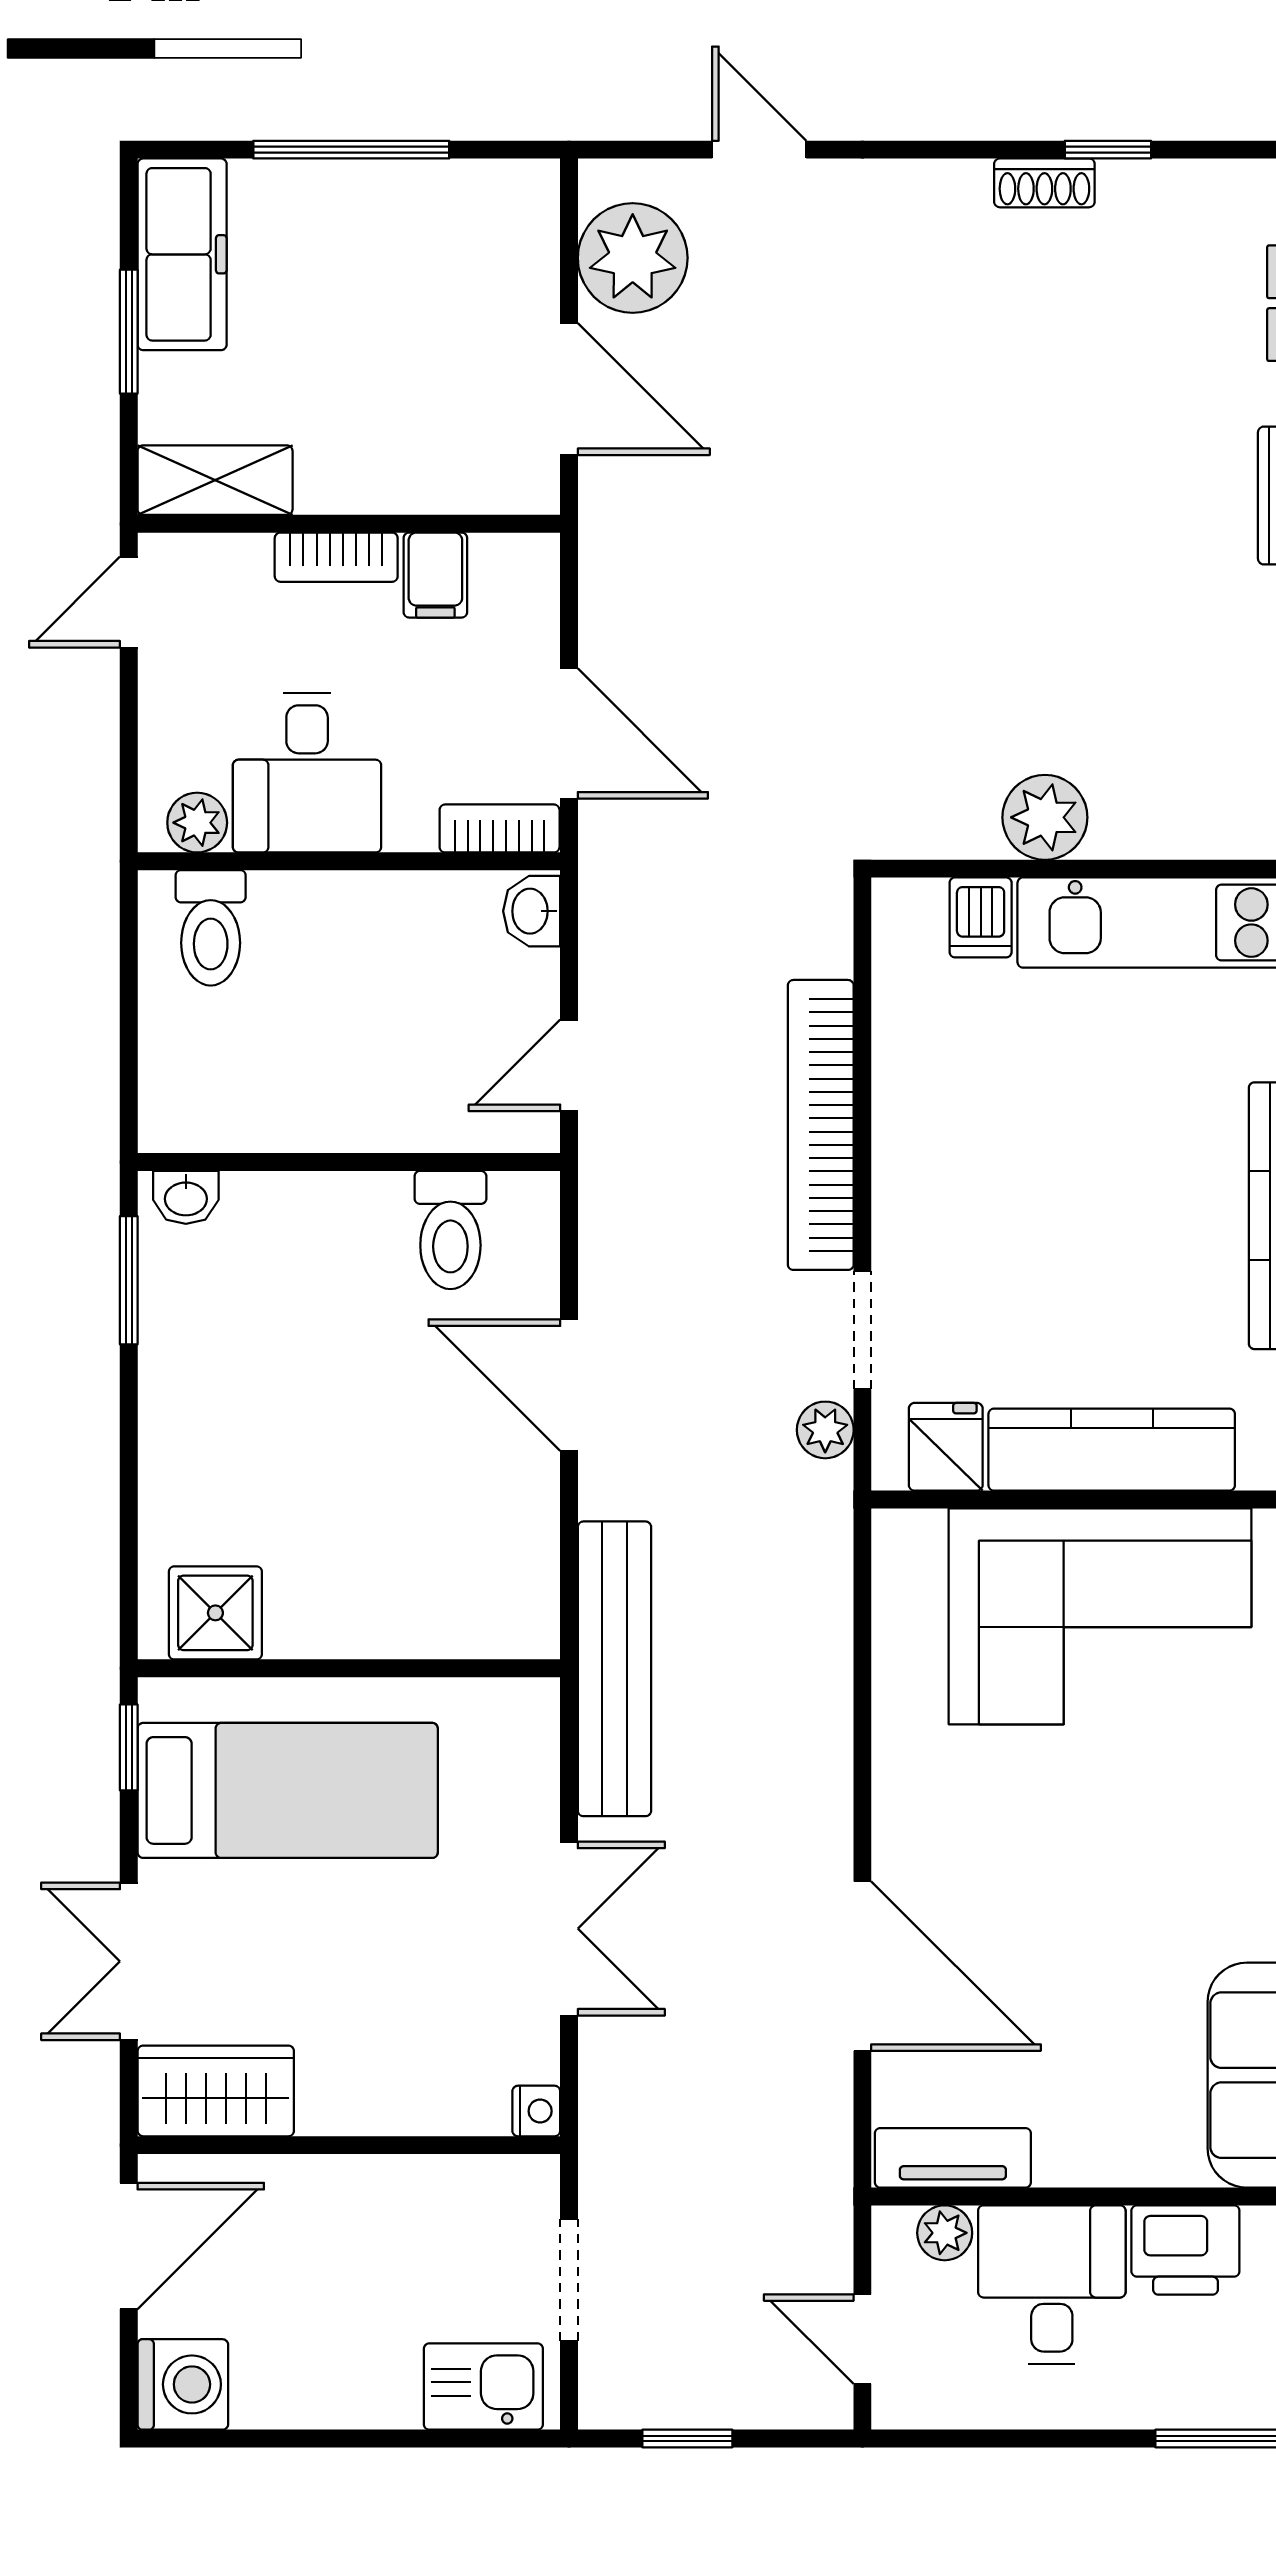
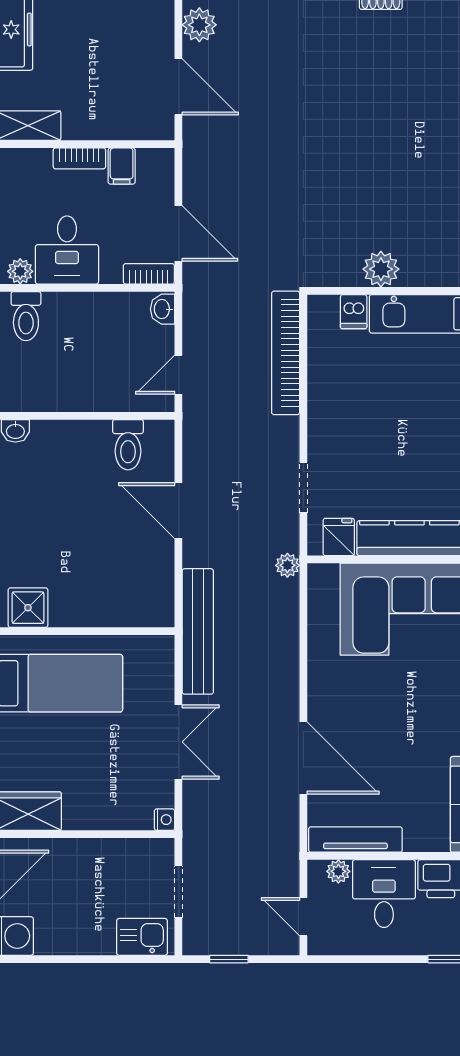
plant: (633, 258) -> (199, 25), width x0.73, depth x0.73
bookcase: (821, 1125) -> (286, 353), moved
plant: (825, 1430) -> (287, 565), moved
tv unit: (953, 2158) -> (355, 840), width x1.41

